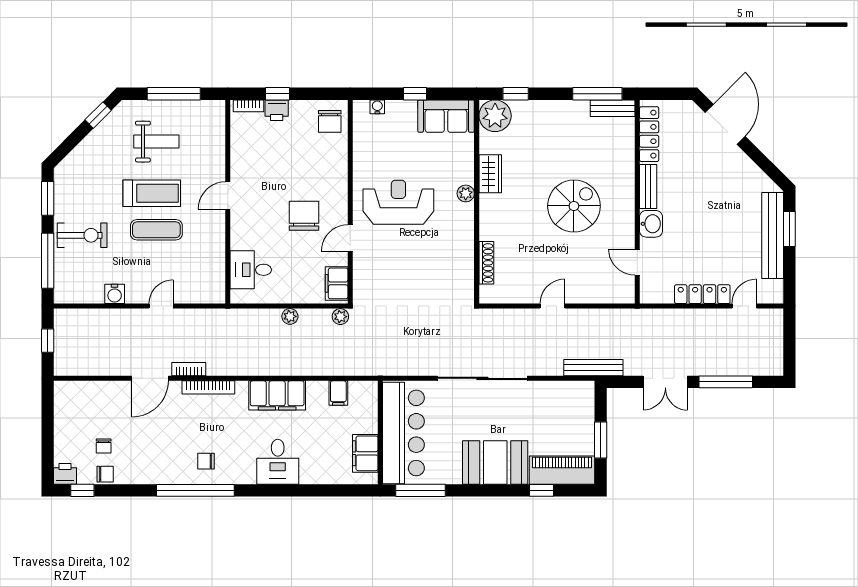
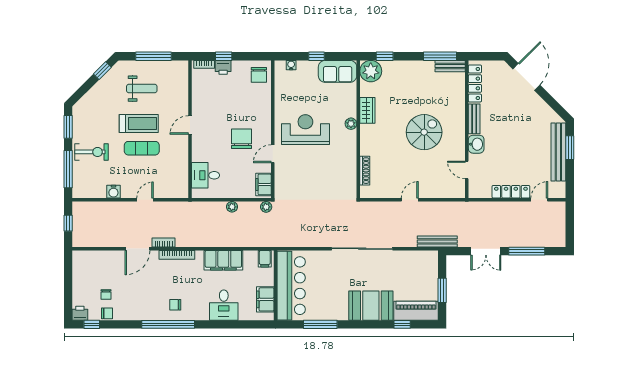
wall: (380, 433) -> (276, 285), moved
bar counter: (403, 433) -> (291, 286), moved
filing cabinet: (365, 453) -> (265, 299), moved

